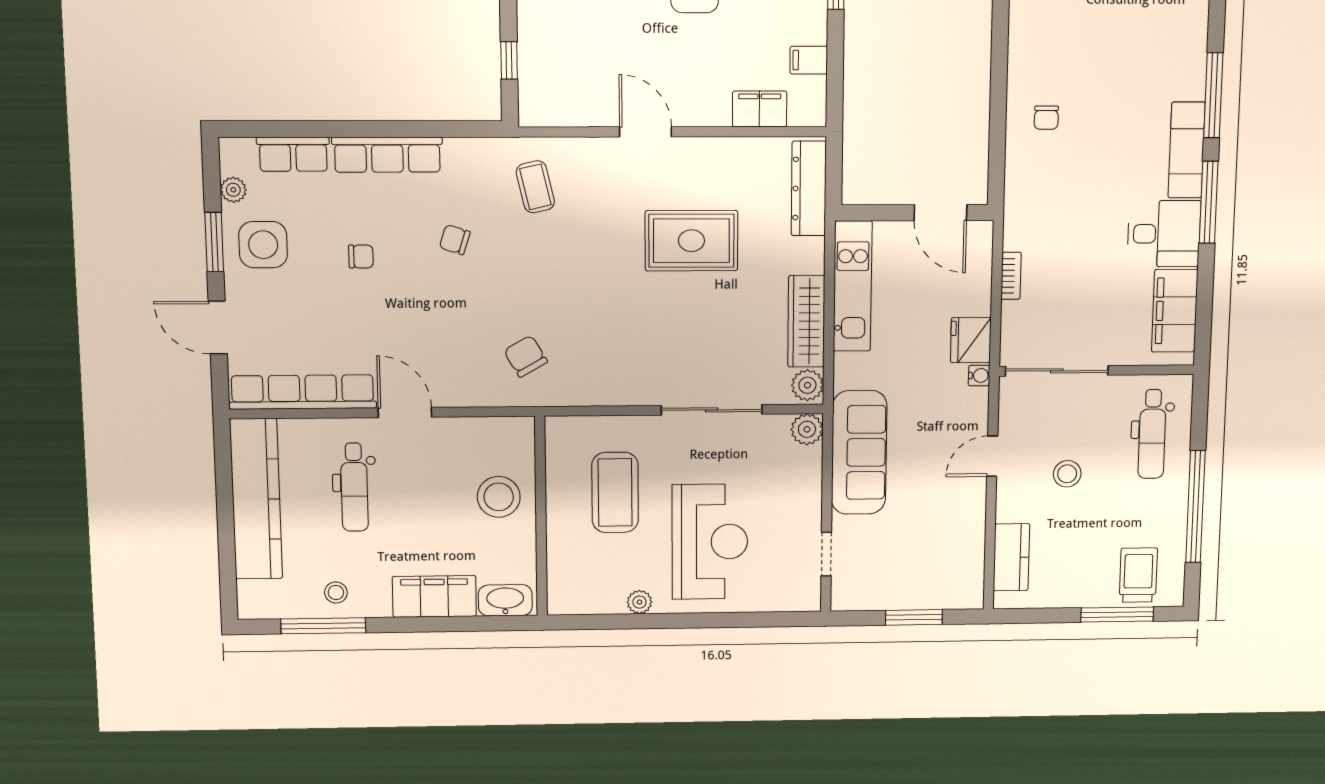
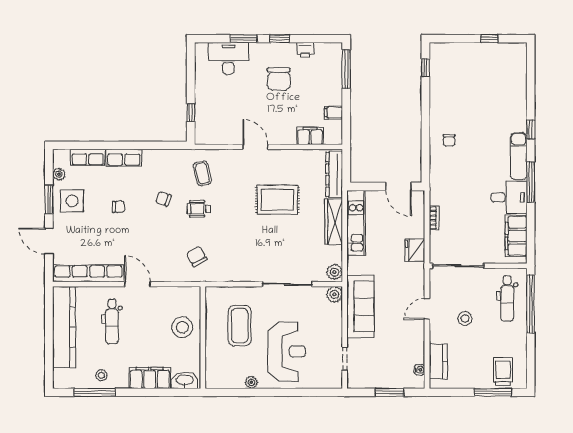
window: (1213, 95) -> (531, 129), width x0.46
row of seats: (387, 155) -> (124, 158), width x0.68
wheelchair: (529, 260) -> (199, 209), added
wardrobe: (806, 321) -> (334, 222), moved
water cooler: (979, 375) -> (419, 370), moved
window: (1195, 507) -> (531, 304), moved

